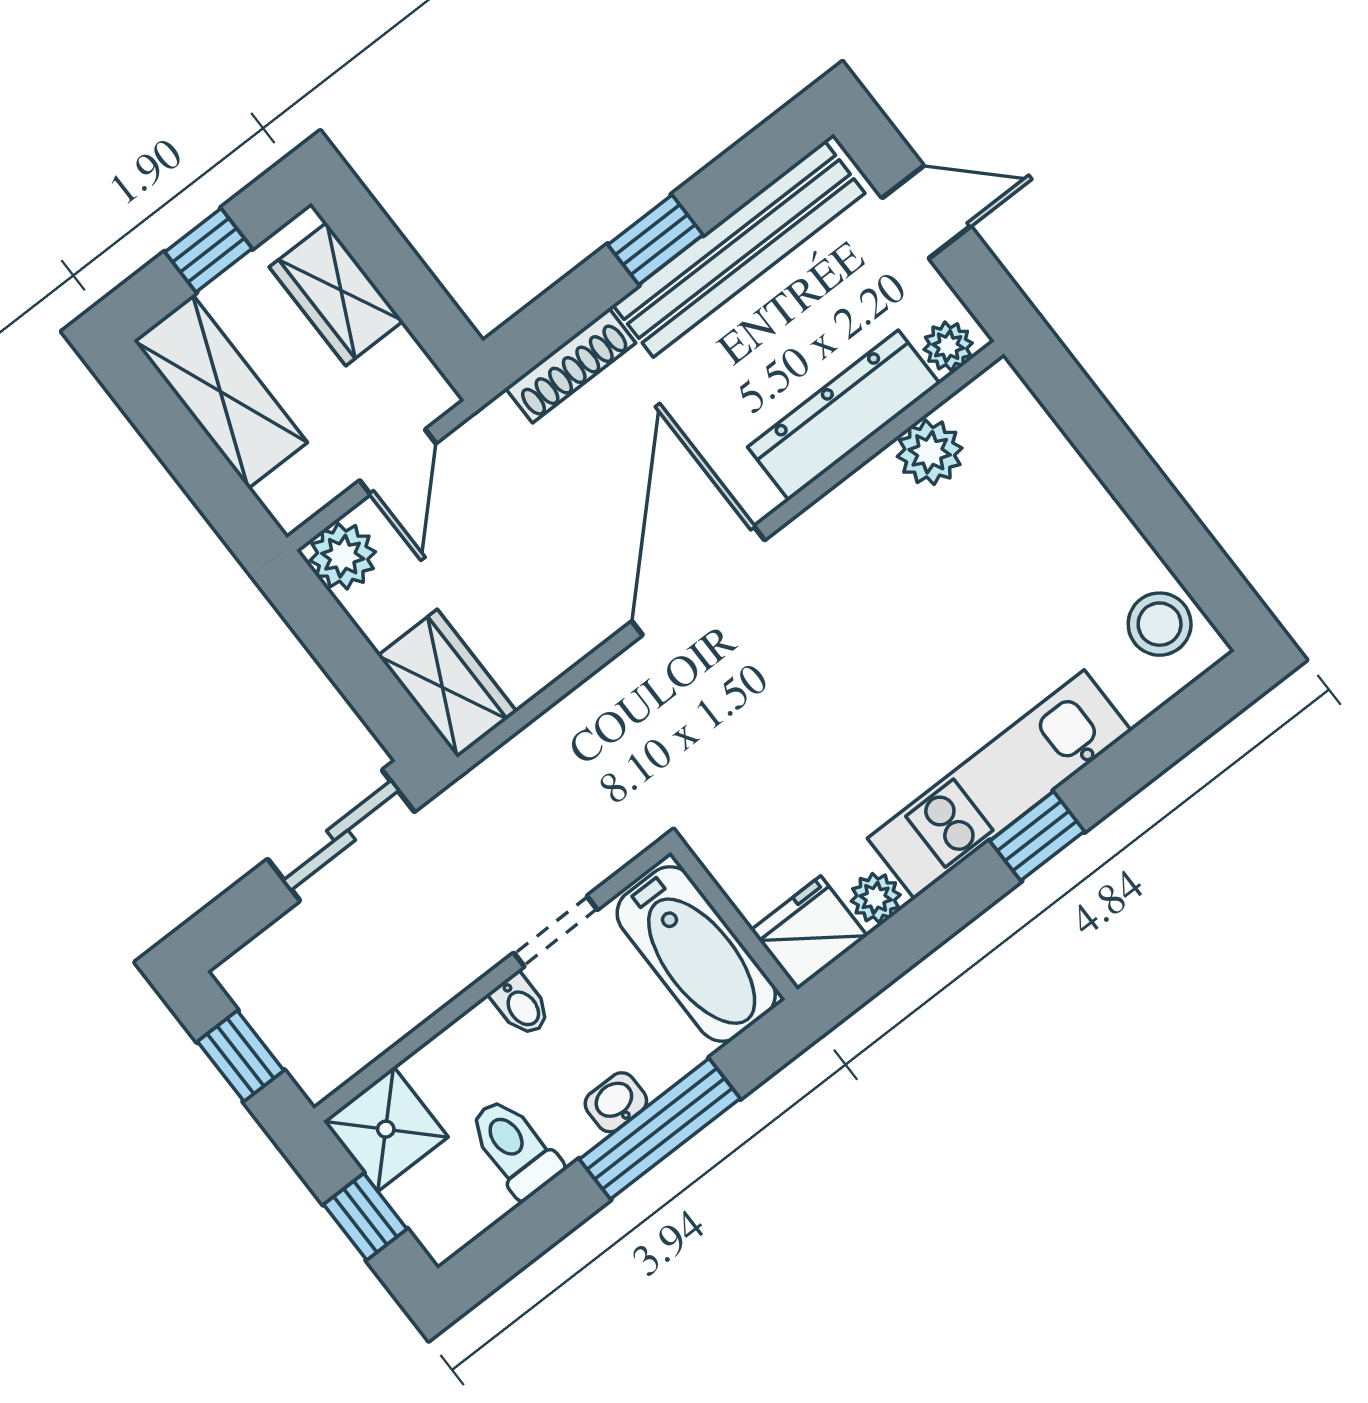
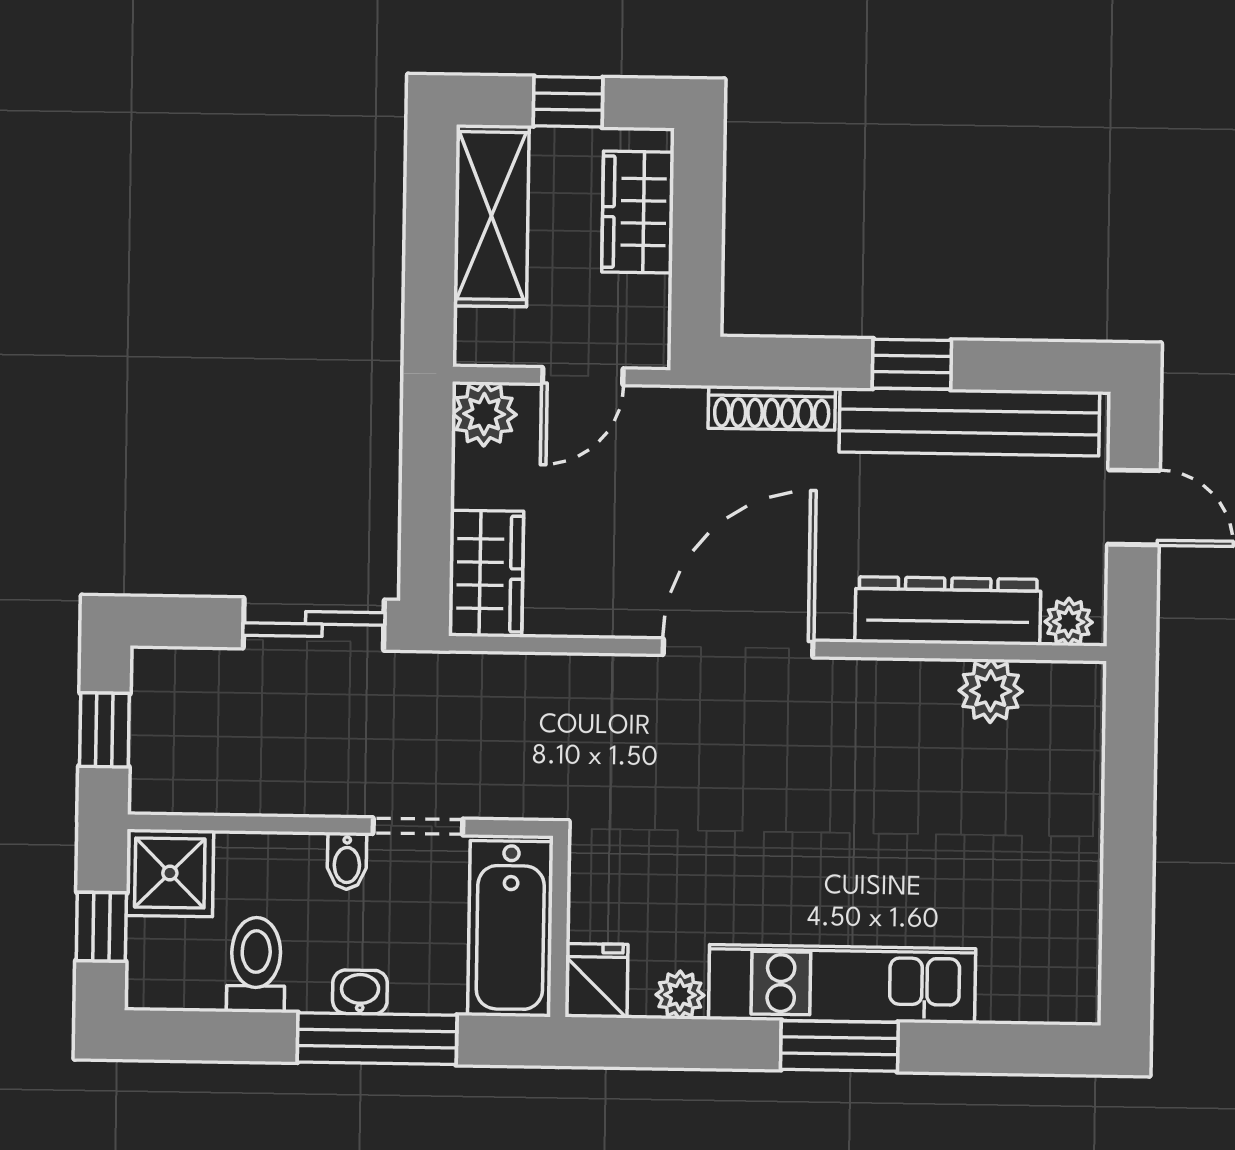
stool: (1160, 624) -> (1060, 960), removed
window: (1037, 836) -> (839, 1046), width x1.50
fridge: (809, 933) -> (596, 981), width x0.72

